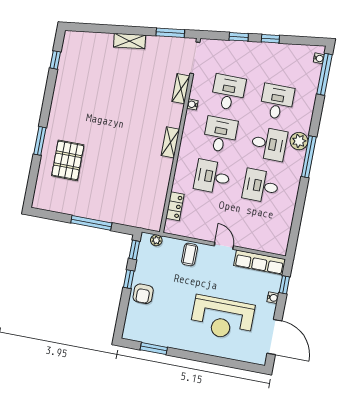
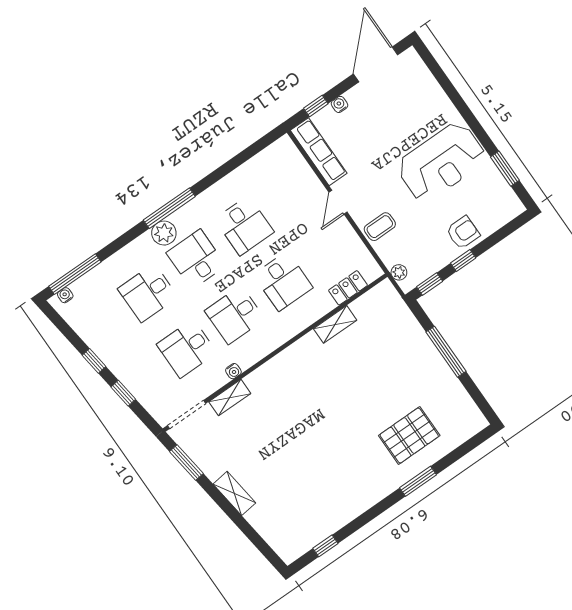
shelving: (170, 142) -> (335, 324), moved
reception desk: (222, 318) -> (441, 162), moved, turned 90

